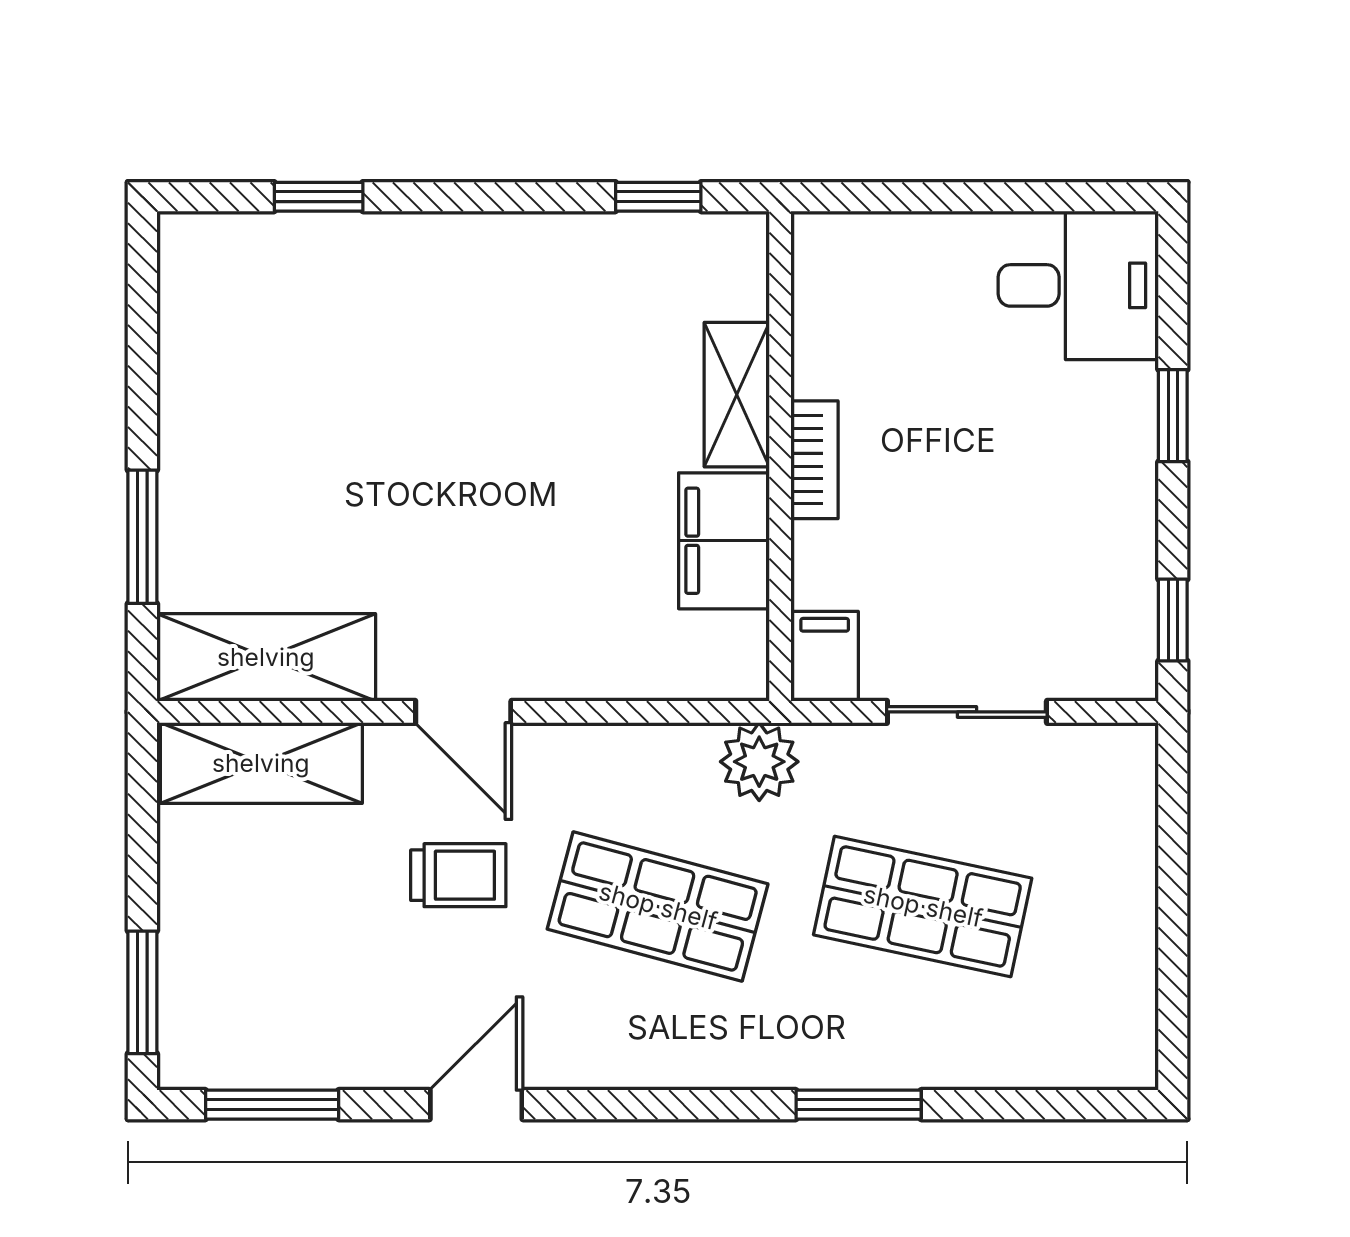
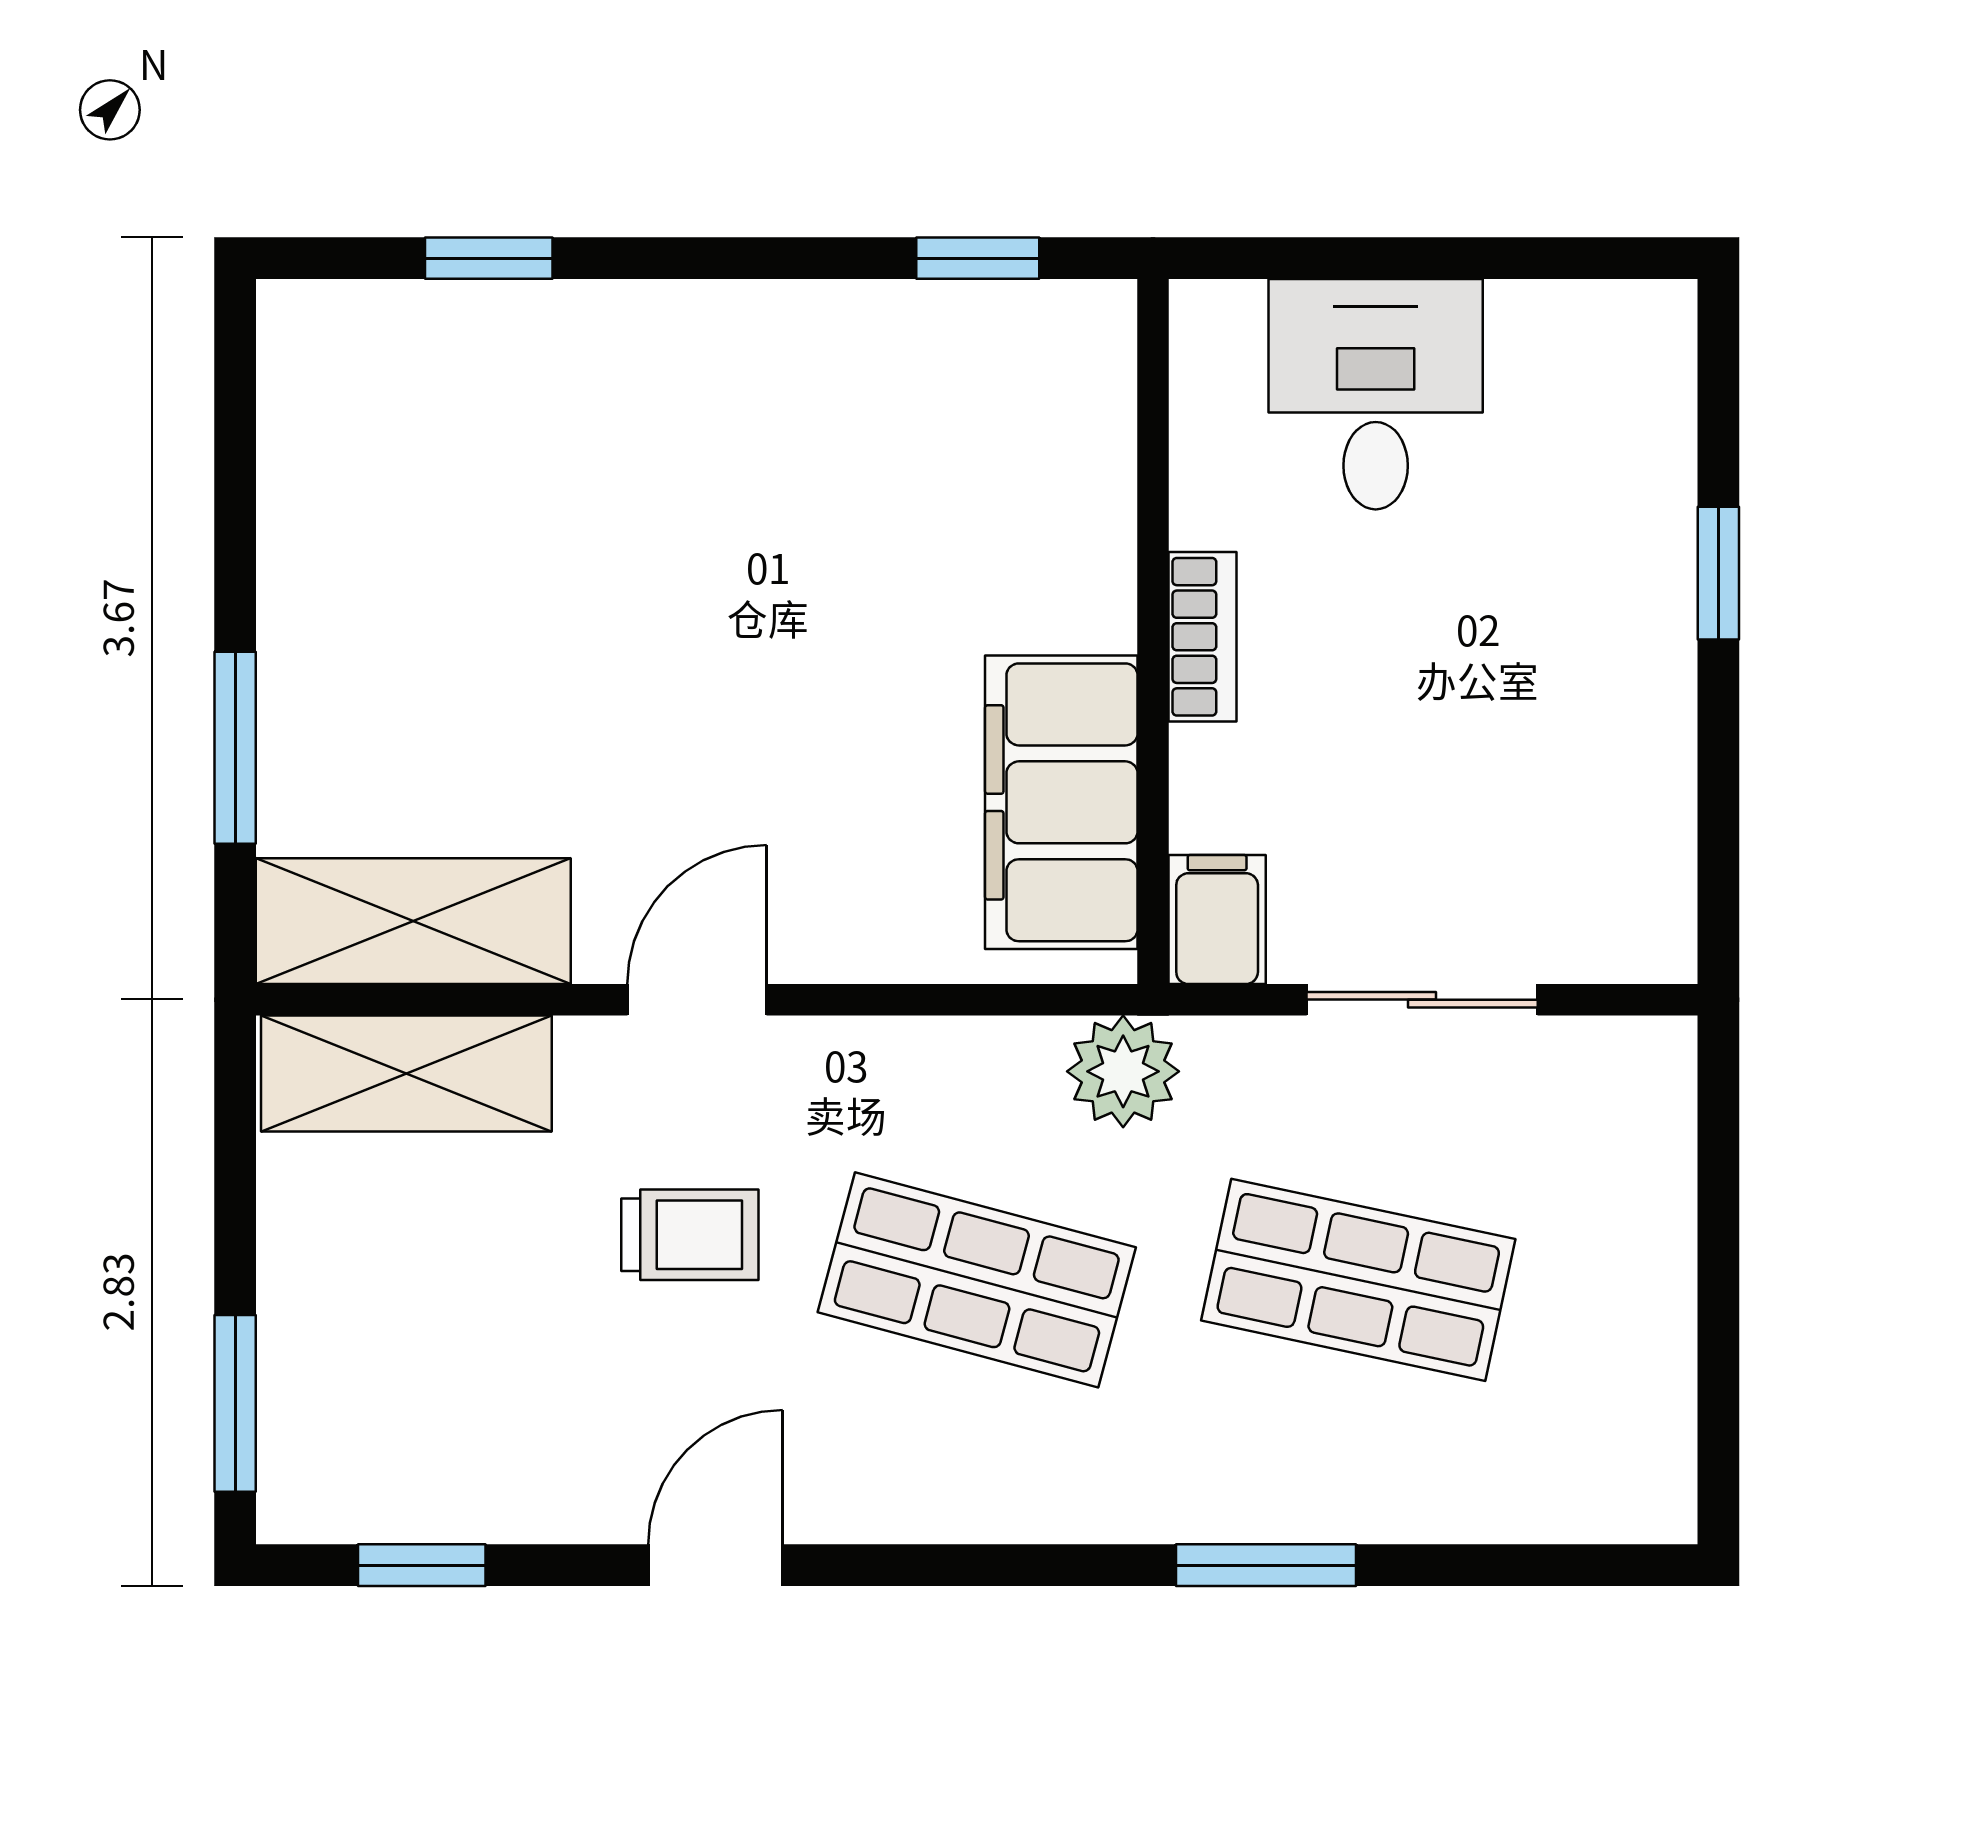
desk: (1078, 285) -> (1376, 394), moved, turned -90
shelving: (737, 395) -> (1091, 543), removed
filing cabinet: (724, 541) -> (1061, 802), width x1.50, depth x1.17
window: (1173, 620) -> (1718, 868), removed
door: (463, 712) -> (697, 1000), swing flipped
window: (272, 1105) -> (422, 1565), width x0.67

